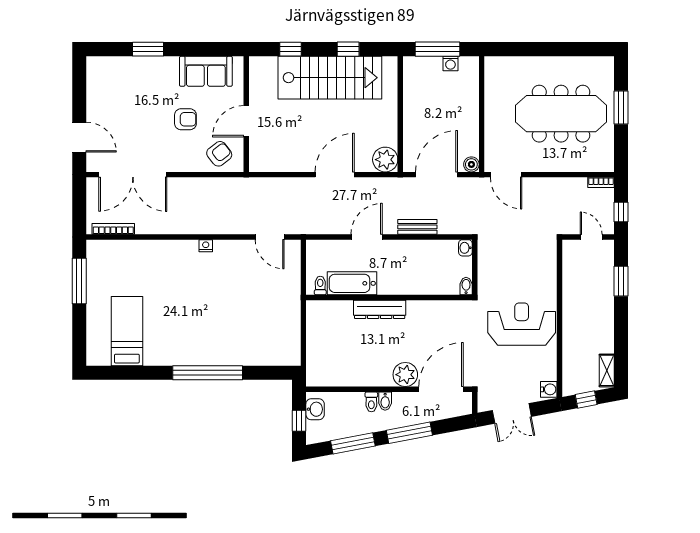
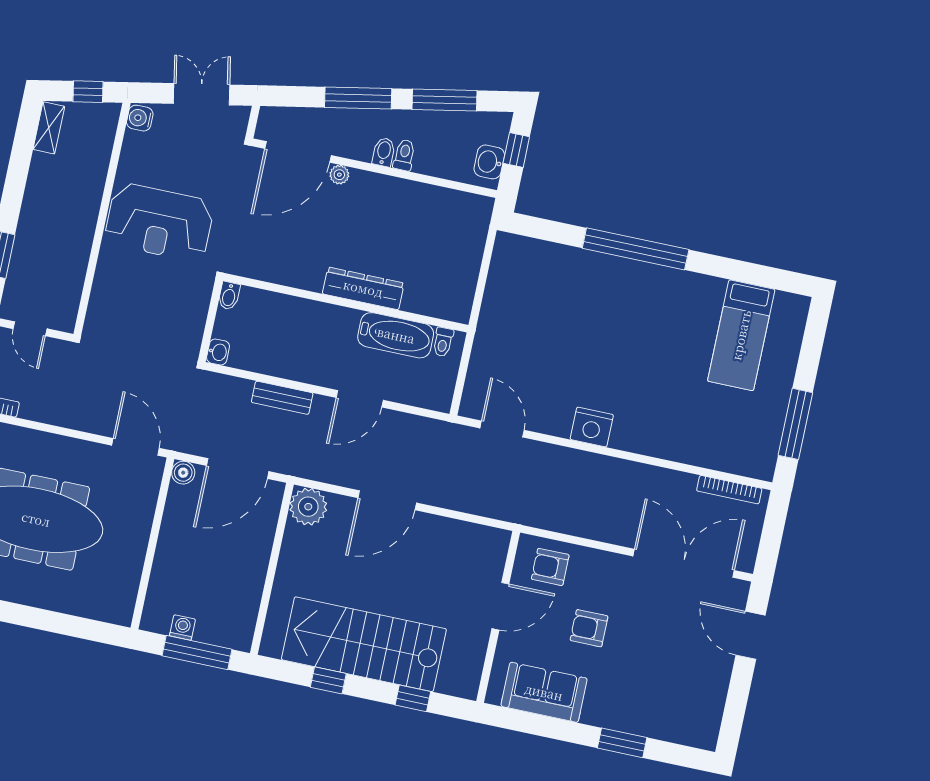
armchair: (219, 154) -> (550, 567), turned 38
nightstand: (206, 246) -> (592, 427), width x1.89, depth x1.79
plant: (405, 375) -> (339, 175), width x0.53, depth x0.53

